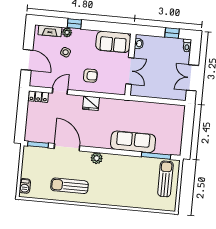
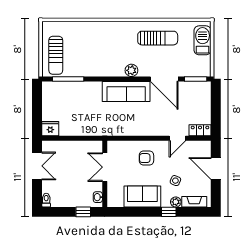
window: (172, 33) -> (83, 212), moved
sofa: (113, 42) -> (142, 196), moved
fridge: (91, 103) -> (50, 129), moved
sofa: (133, 142) -> (126, 92), moved
barbecue: (25, 186) -> (203, 40), width x1.88, depth x1.53

